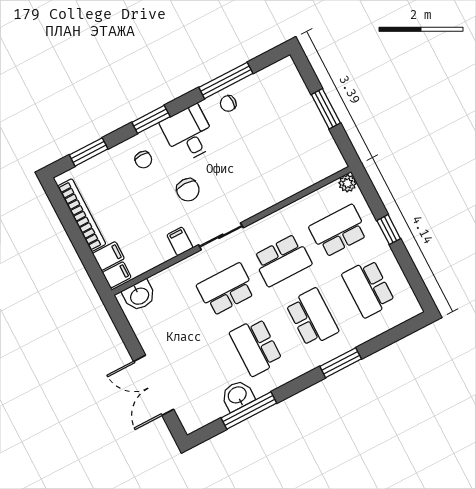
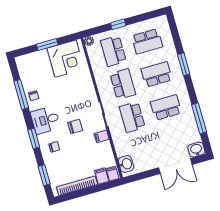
corner desk: (307, 147) -> (66, 59), added
school desk: (256, 347) -> (166, 108), turned 180
washbasin: (238, 396) -> (196, 150), moved, turned 90

